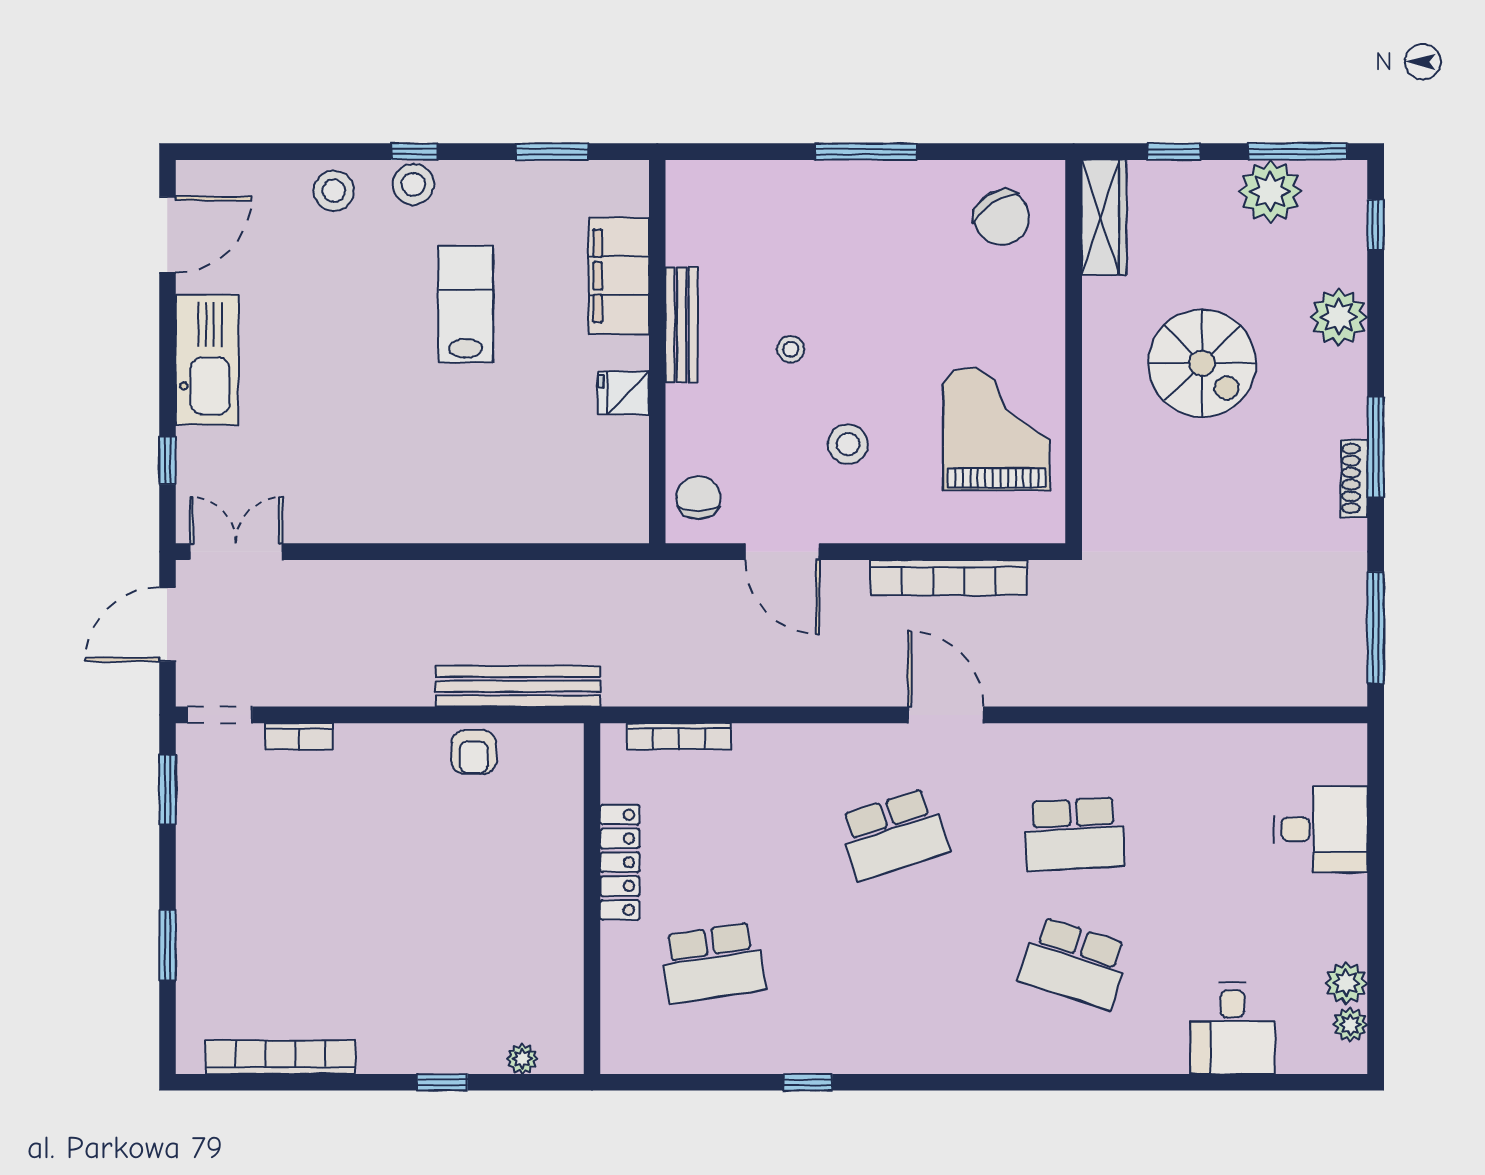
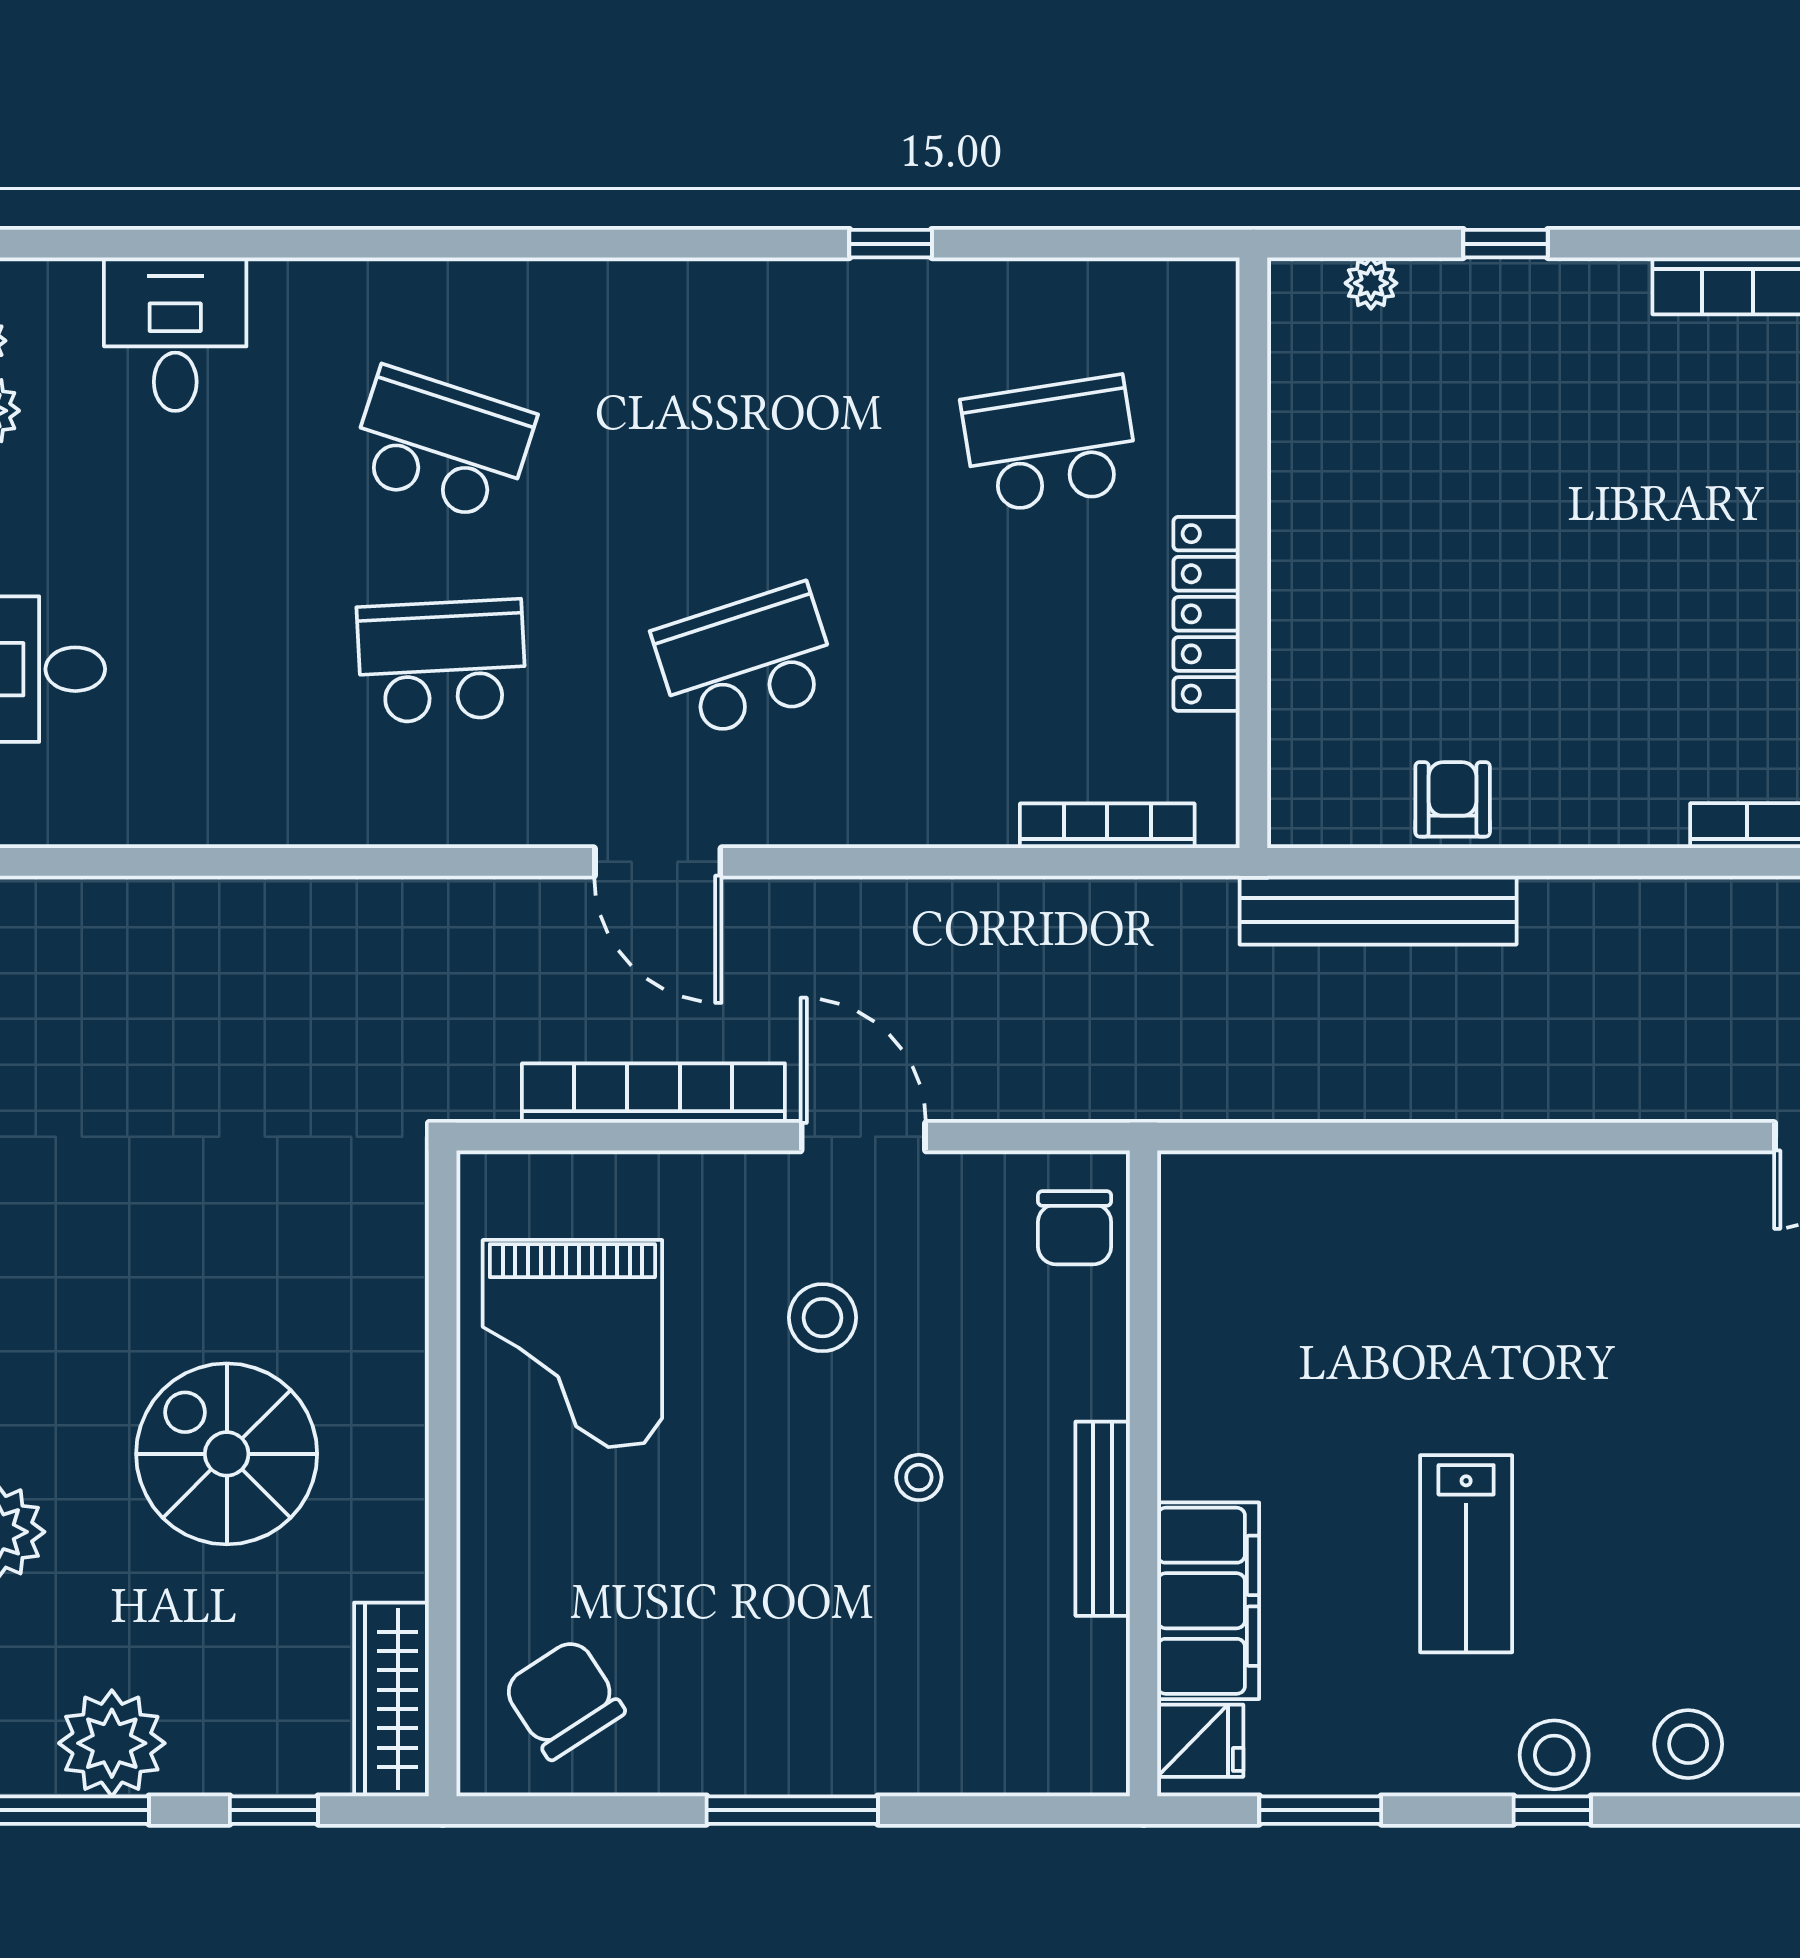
fridge: (624, 393) -> (1200, 1741), moved
door: (782, 552) -> (863, 1137), moved

